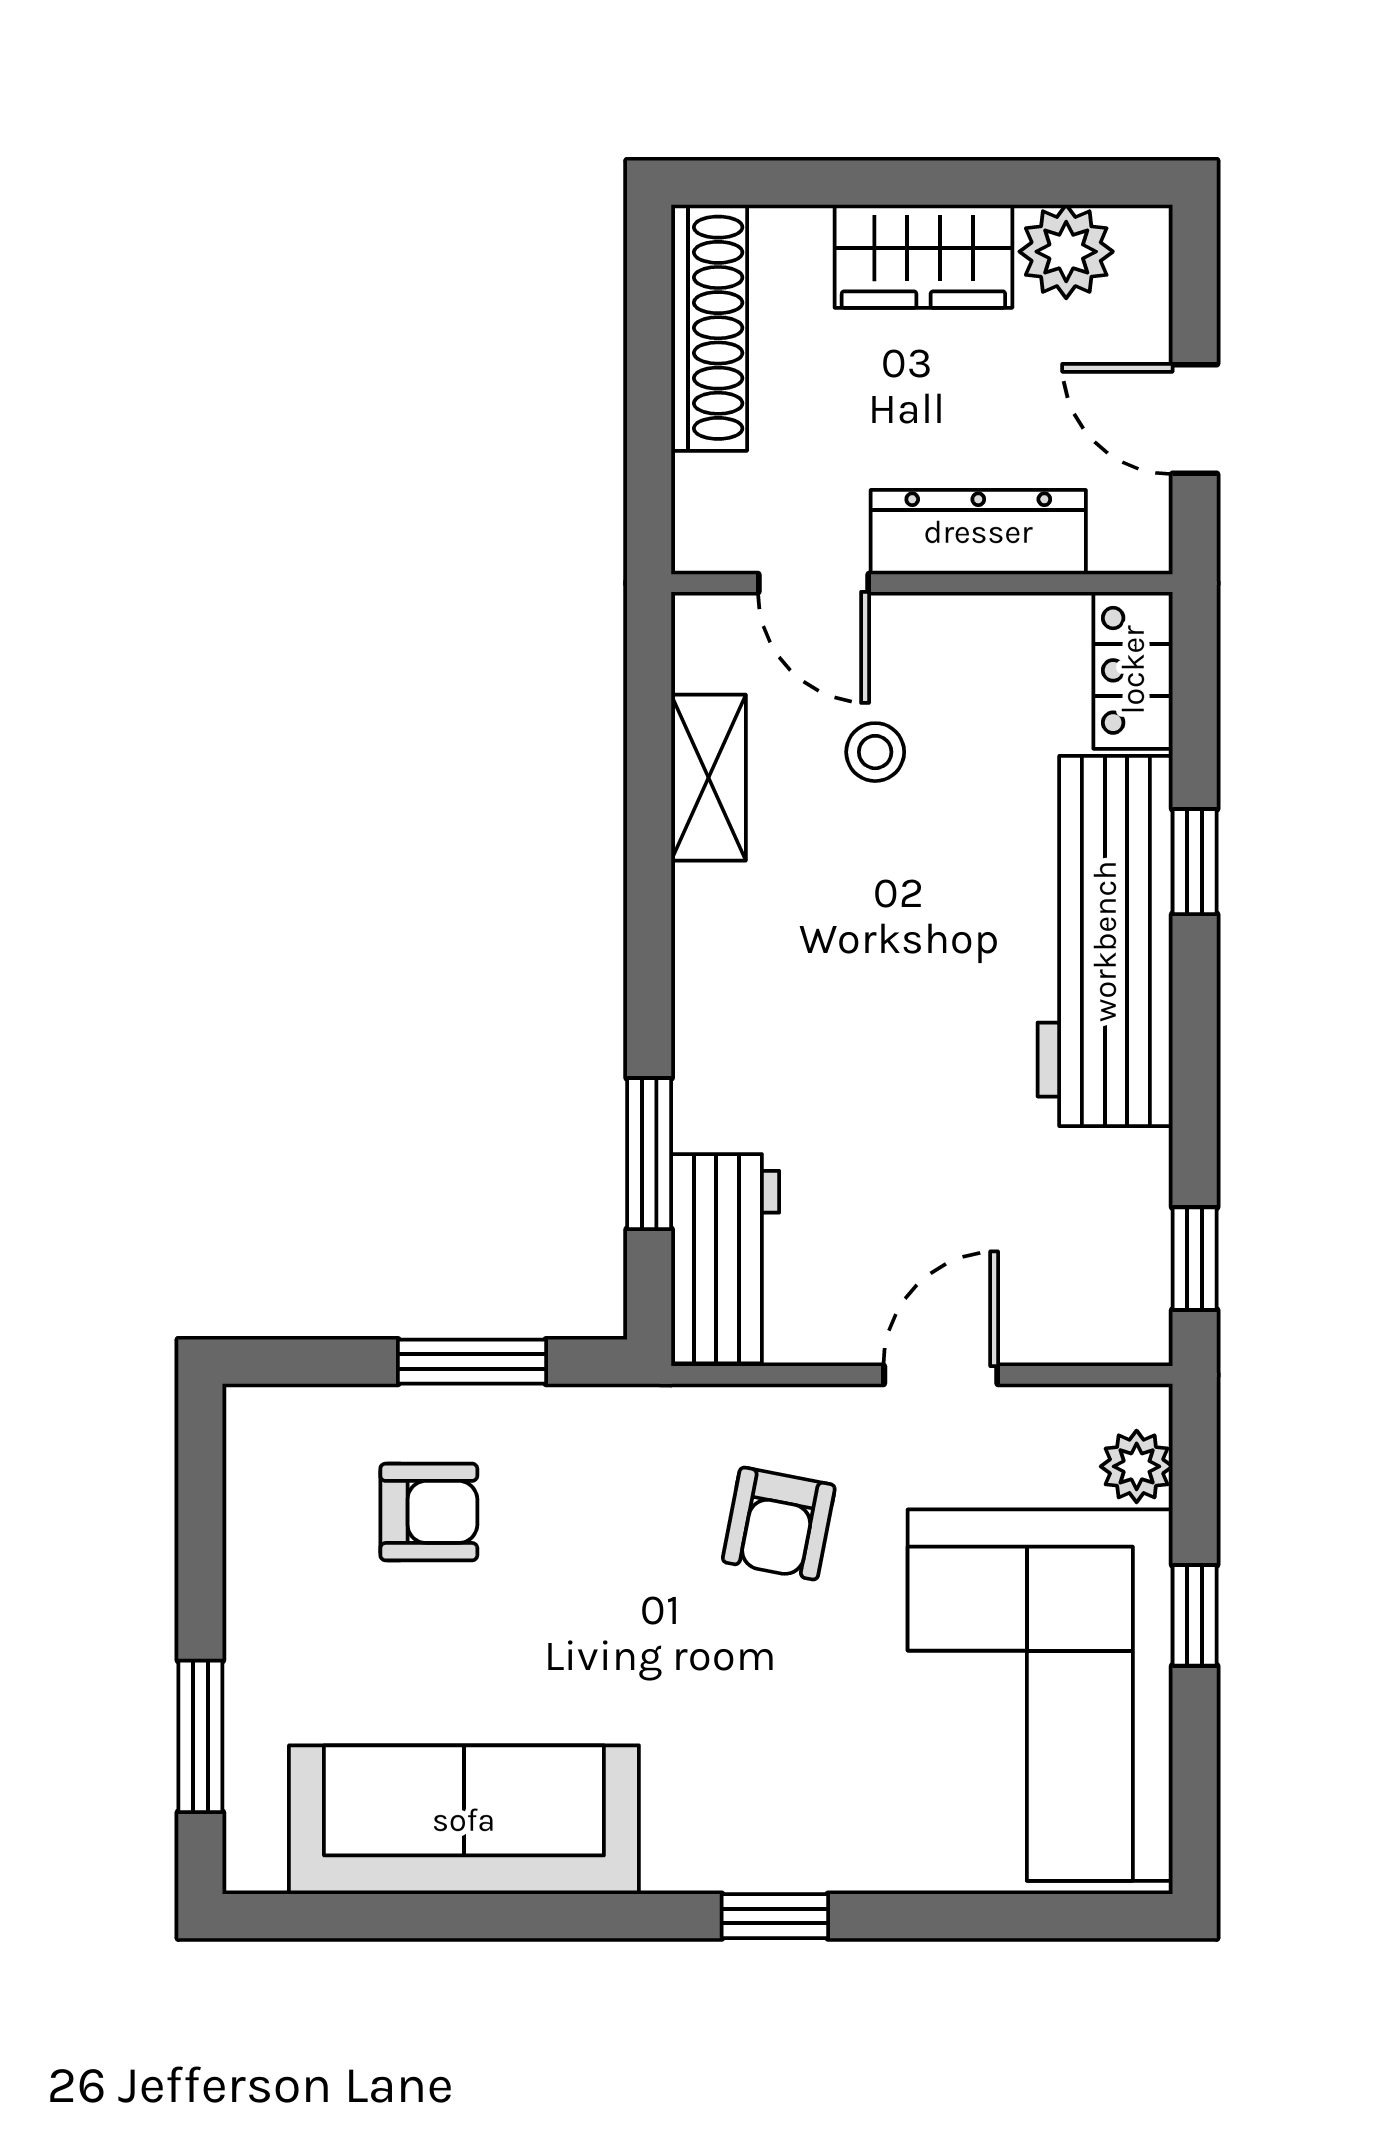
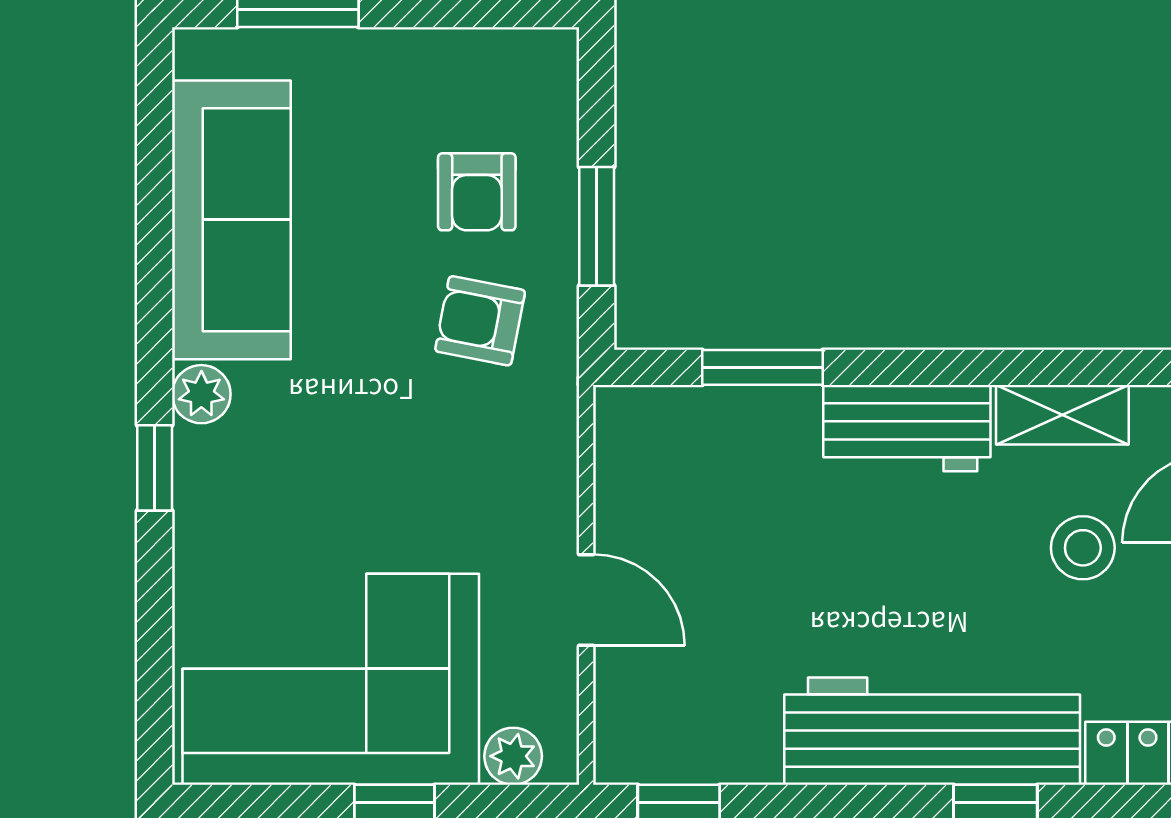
stool: (875, 752) -> (1083, 548), width x1.37, depth x1.37
workbench: (725, 1259) -> (907, 428), moved
armchair: (779, 1524) -> (480, 321), moved
plant: (683, 1857) -> (201, 394), added

